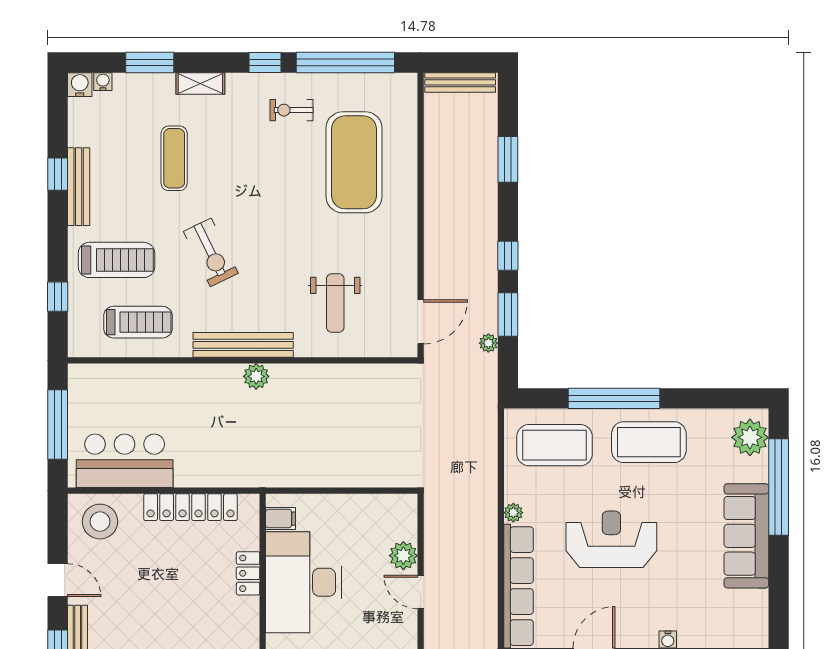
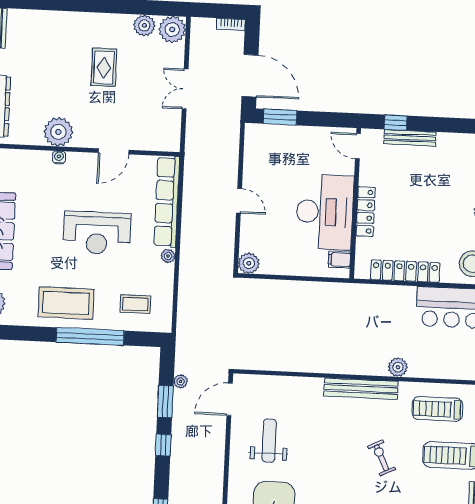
exercise bike: (211, 252) -> (381, 458), width x0.73, depth x0.72
weight bench: (335, 303) -> (269, 441), moved
plant: (256, 376) -> (398, 367), moved
coffee table: (555, 445) -> (135, 304), width x0.54, depth x0.58
plant: (403, 556) -> (249, 263), moved
locker: (248, 573) -> (366, 212), width x1.53

